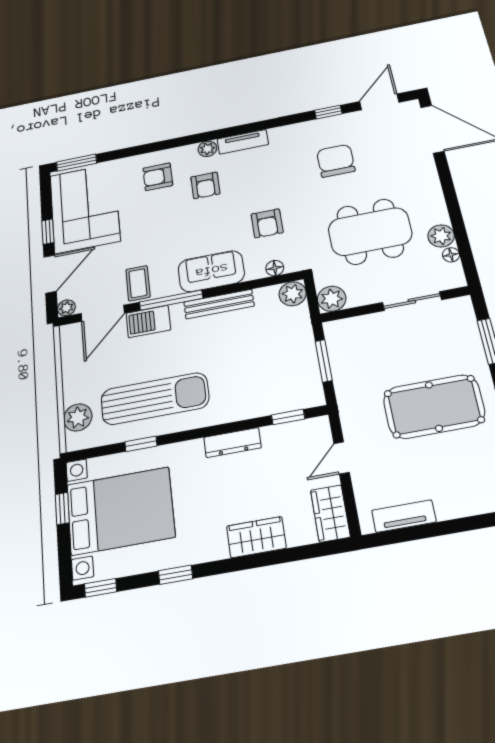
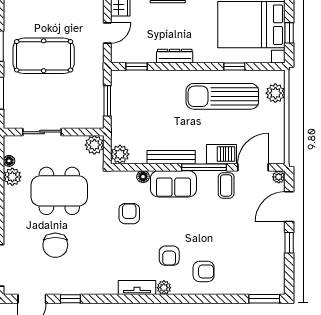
chair: (336, 161) -> (55, 245), moved
armchair: (205, 185) -> (169, 256), turned 180
corner sofa: (85, 208) -> (260, 257), removed
floor lamp: (275, 268) -> (143, 177), moved

